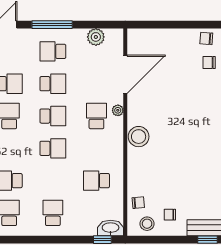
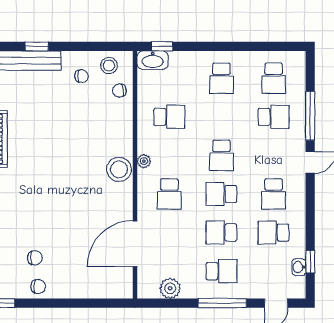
plant: (118, 110) -> (144, 161), moved
school desk: (53, 148) -> (221, 155), turned -90

